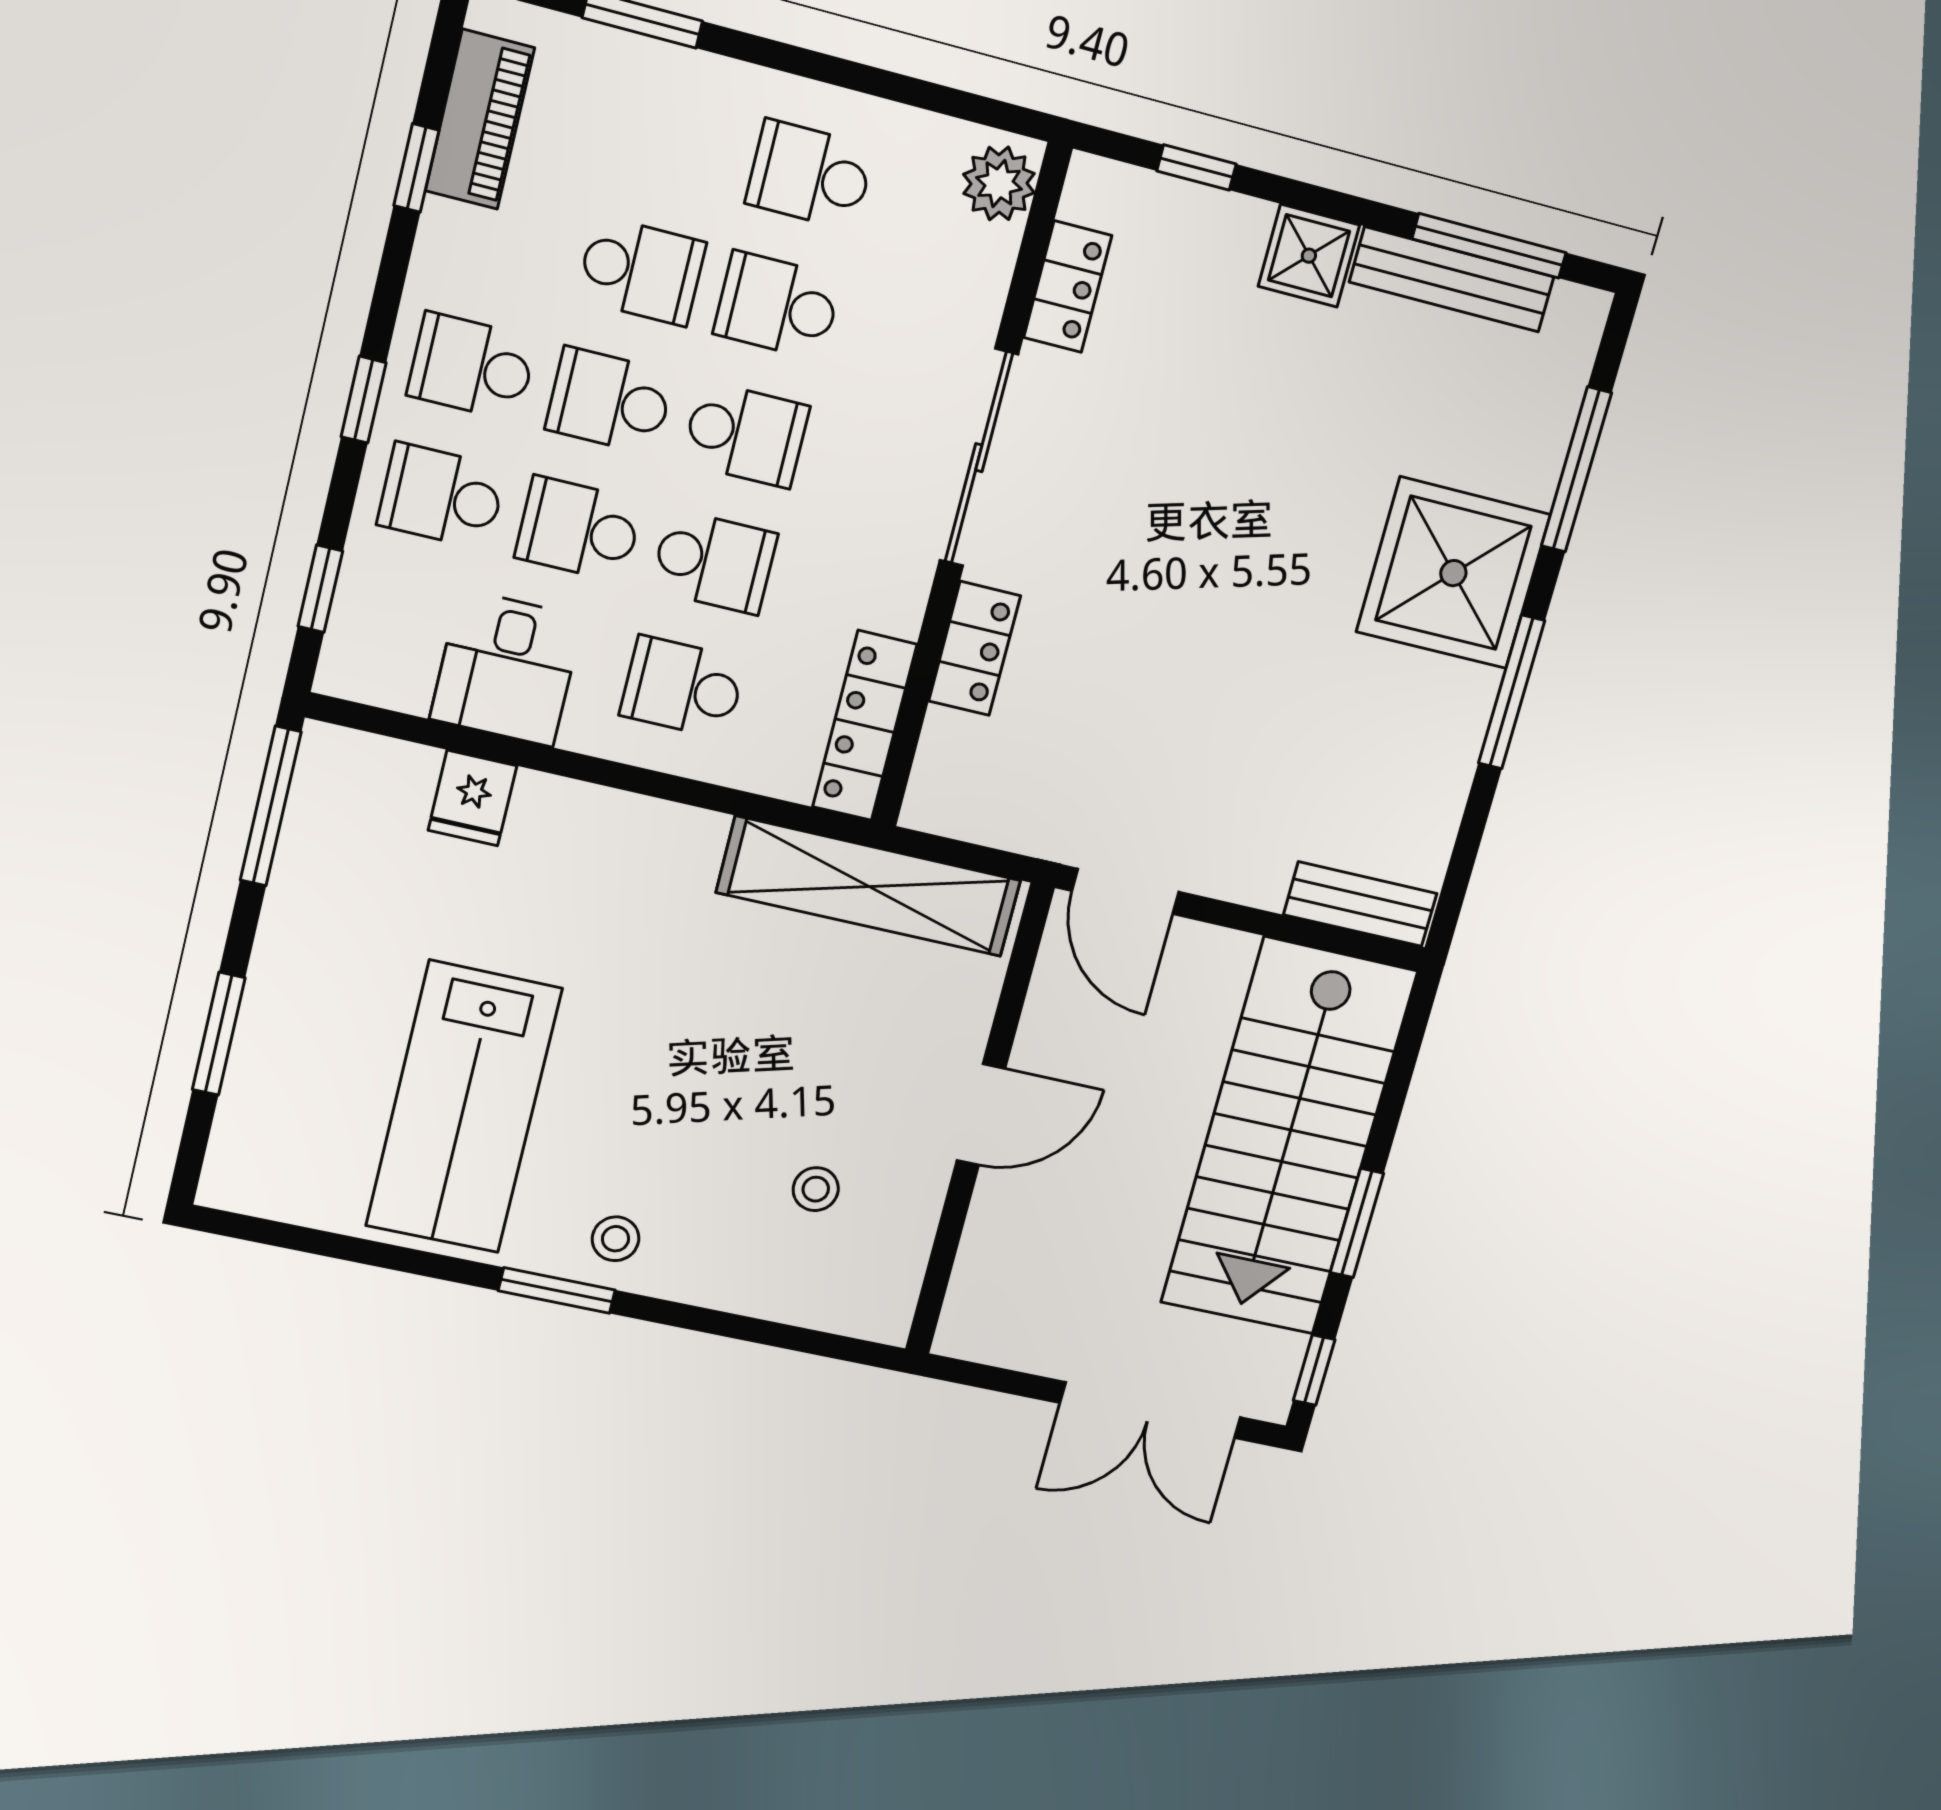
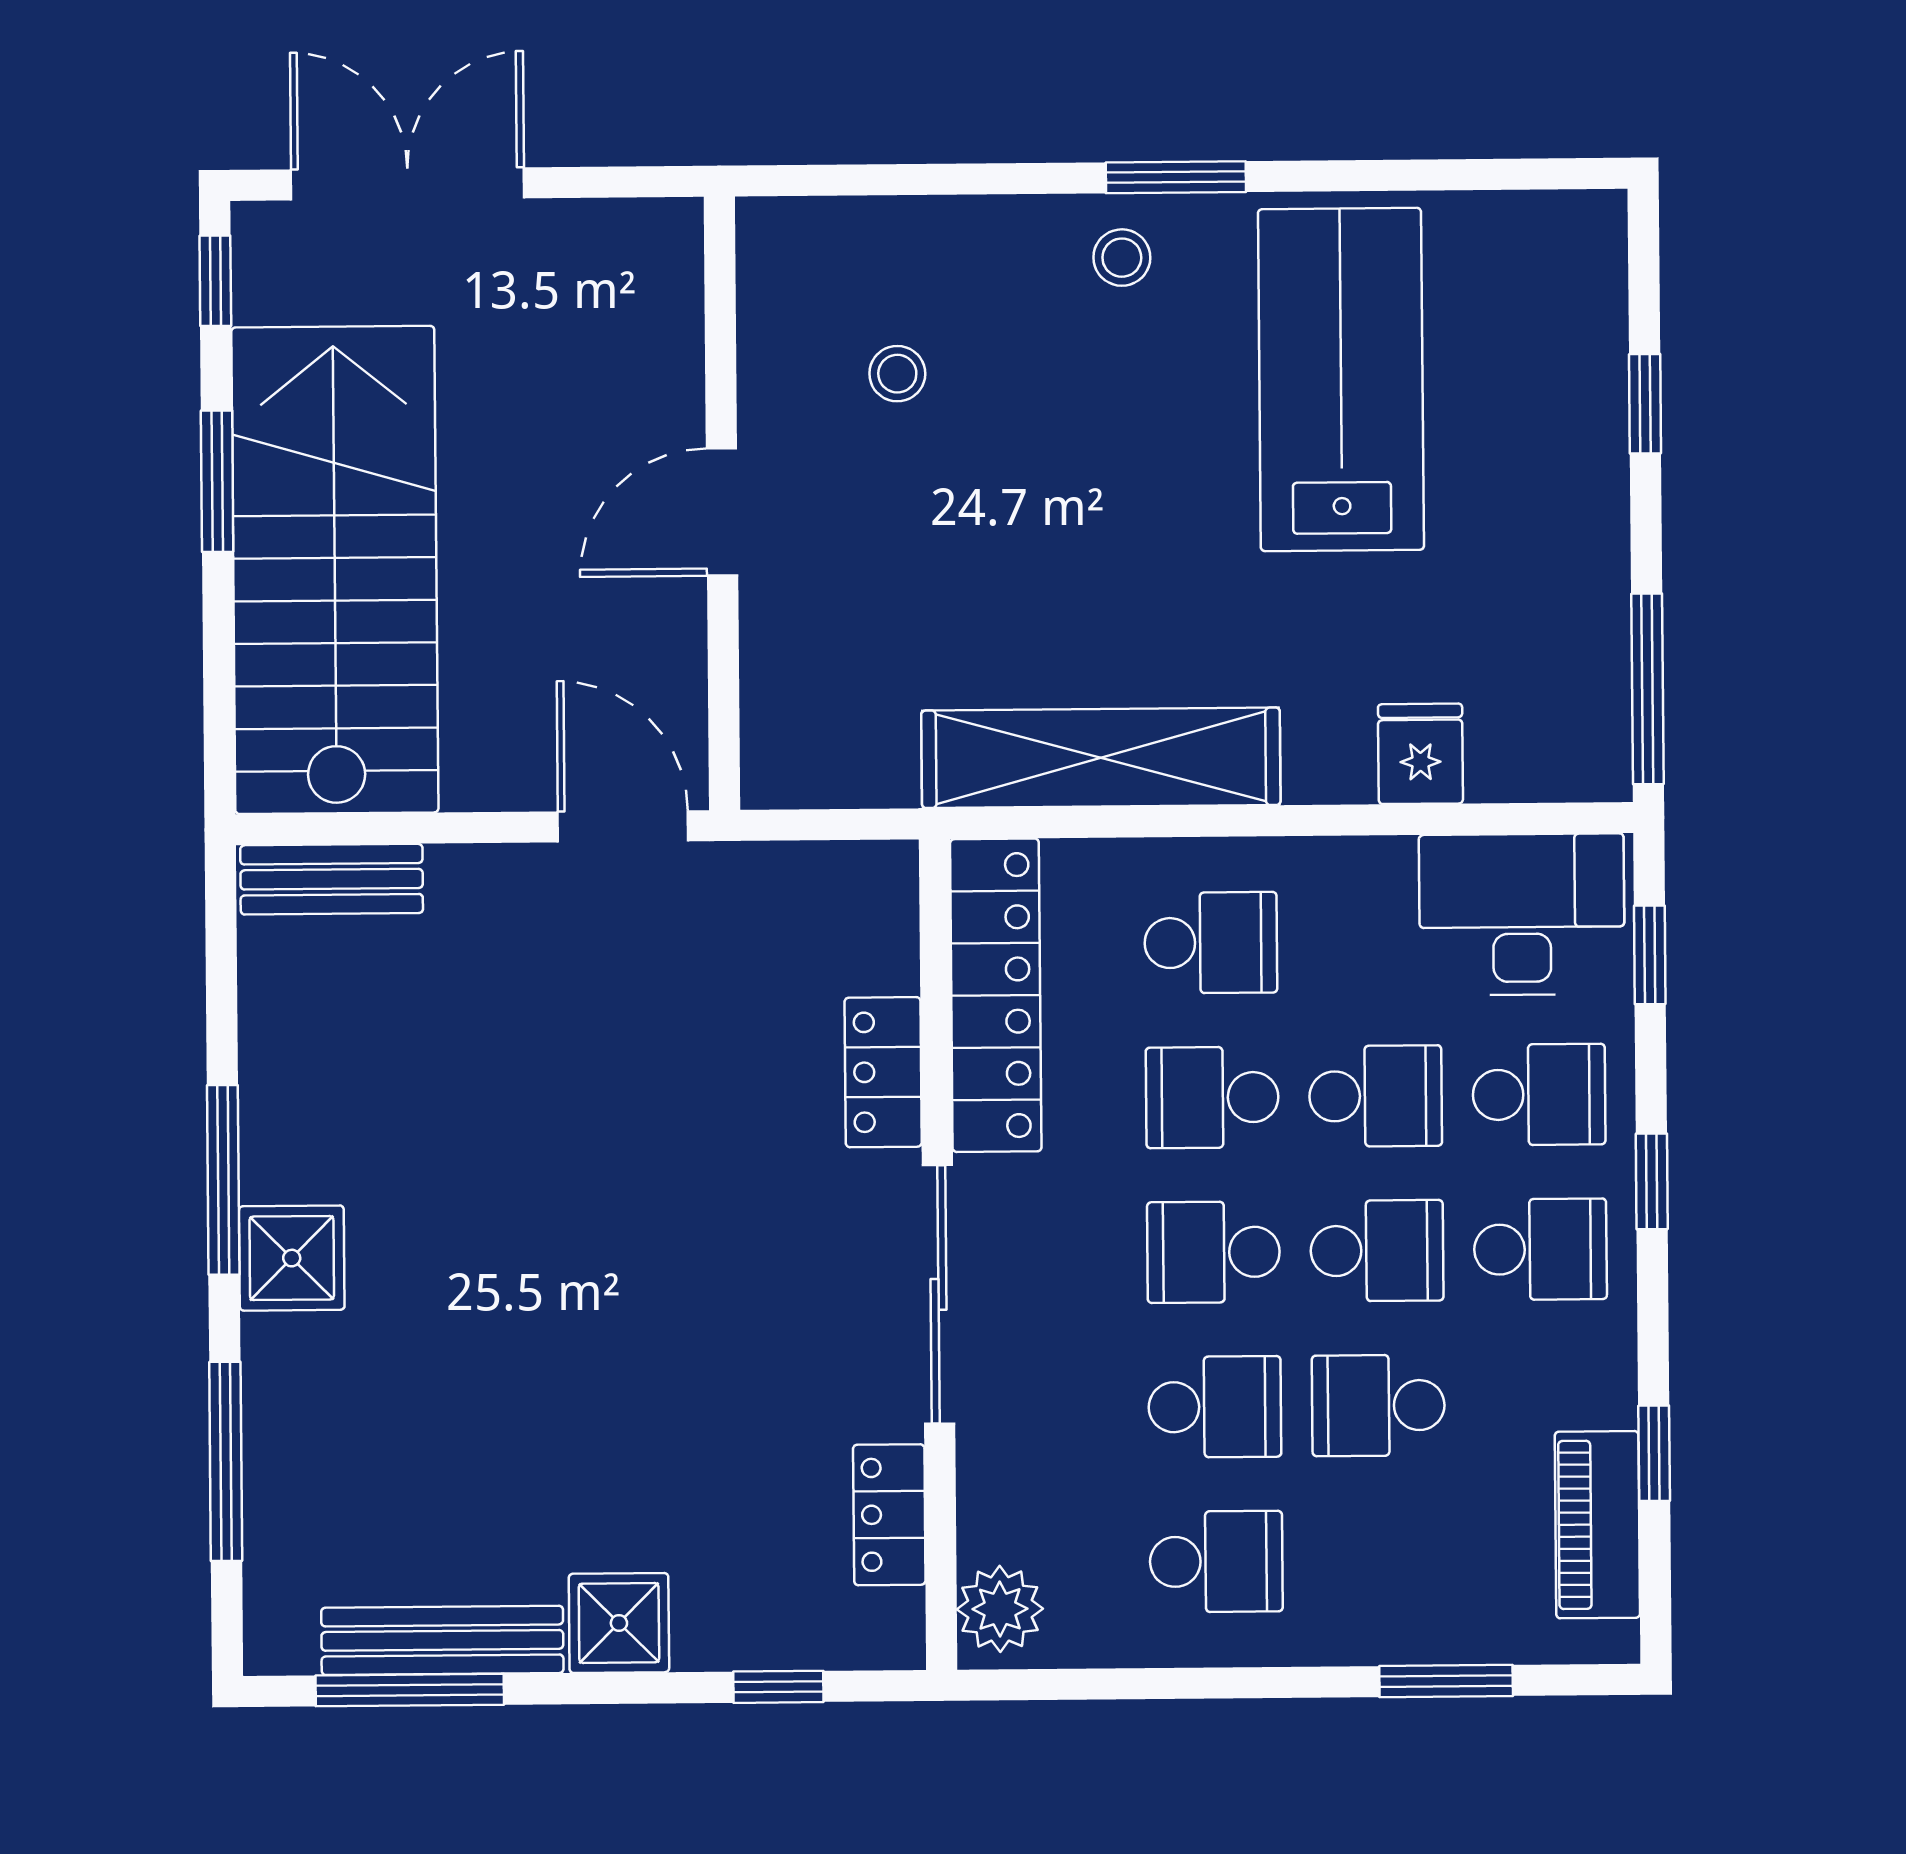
shower: (1453, 573) -> (292, 1258), width x0.54, depth x0.54
desk: (507, 668) -> (1522, 914), moved, width x1.37
locker: (865, 726) -> (996, 995), width x1.41, depth x1.21
shelving: (869, 886) -> (1101, 758), moved
window: (219, 1034) -> (1645, 404), width x0.67

